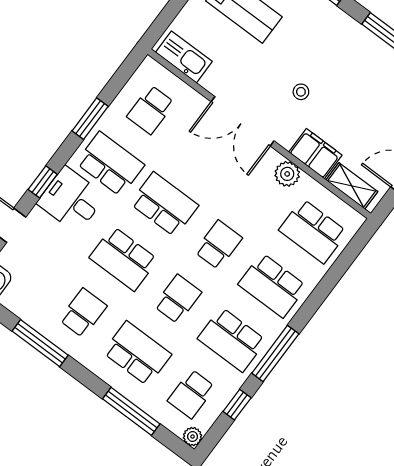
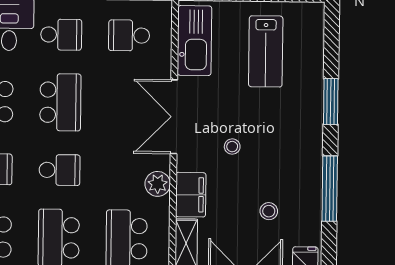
kitchen sink: (184, 57) -> (194, 41), width x1.36, depth x1.24
stool: (375, 100) -> (269, 211), added
school desk: (110, 164) -> (61, 35), width x0.54

